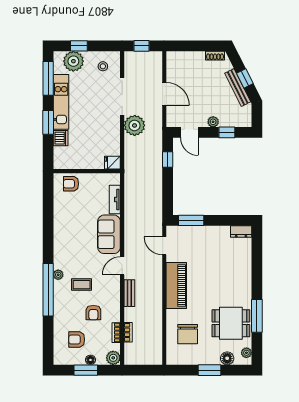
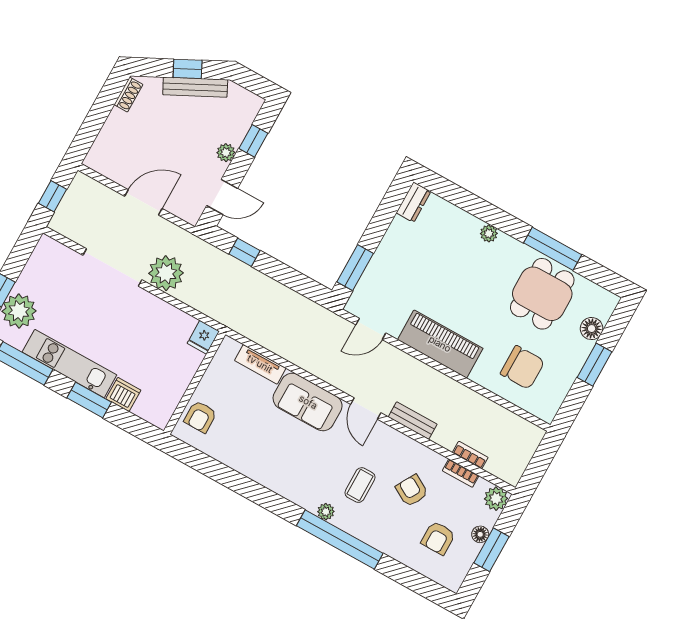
stool: (103, 66) -> (51, 271), removed
armchair: (93, 313) -> (412, 491), turned -150
plant: (246, 353) -> (489, 233), moved

